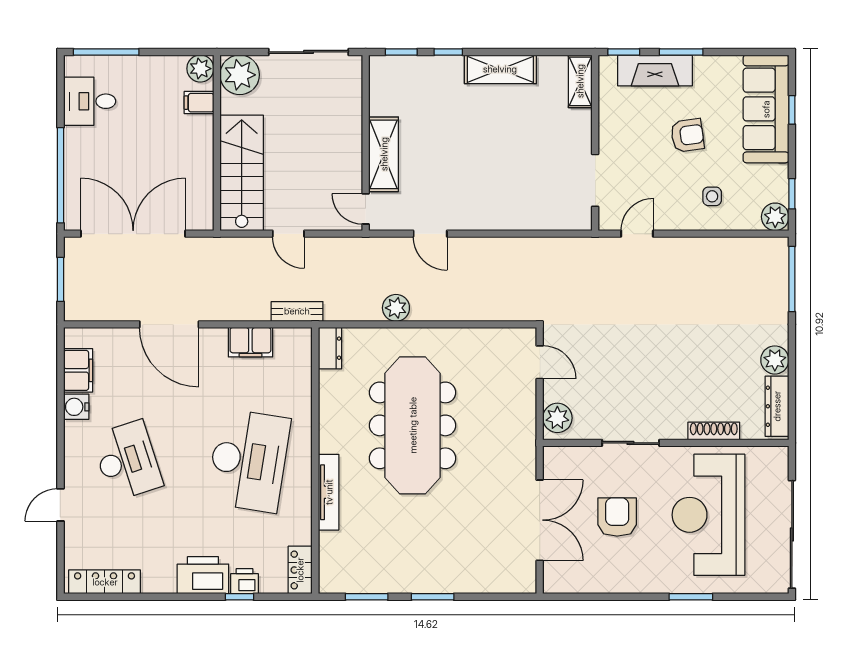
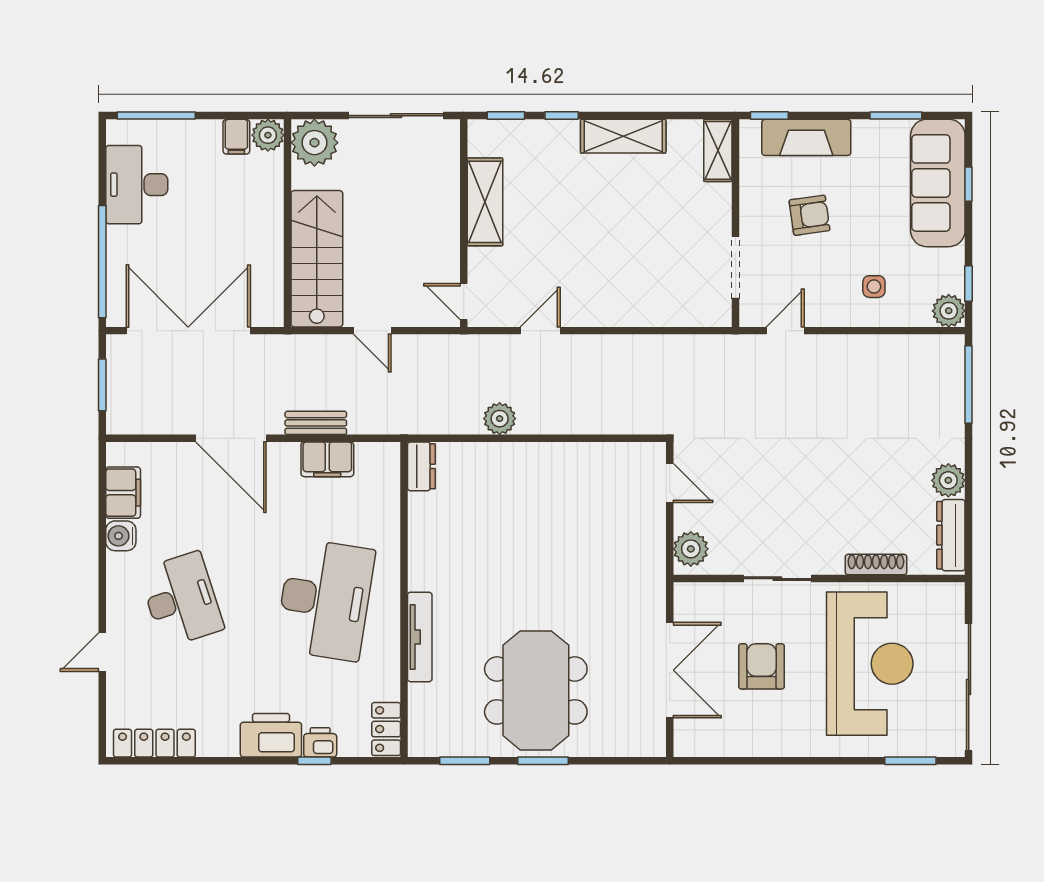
window: (681, 52) -> (896, 116), moved
desk: (90, 101) -> (137, 185), width x1.37
filing cabinet: (199, 103) -> (236, 137), moved, turned -90
armchair: (687, 135) -> (810, 215), moved
shelving: (384, 154) -> (485, 202), moved
door: (430, 234) -> (540, 331), swing flipped
bench: (297, 311) -> (316, 423), moved
meeting table: (413, 425) -> (536, 690), moved, width x0.73
reception desk: (708, 515) -> (870, 664), turned 180
window: (691, 597) -> (910, 761), moved

